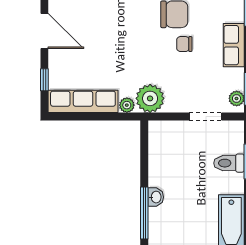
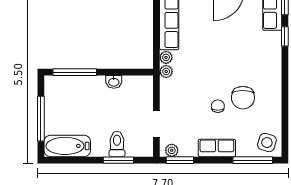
plant: (150, 98) -> (166, 71), width x0.53, depth x0.53
washbasin: (156, 197) -> (114, 82), moved

